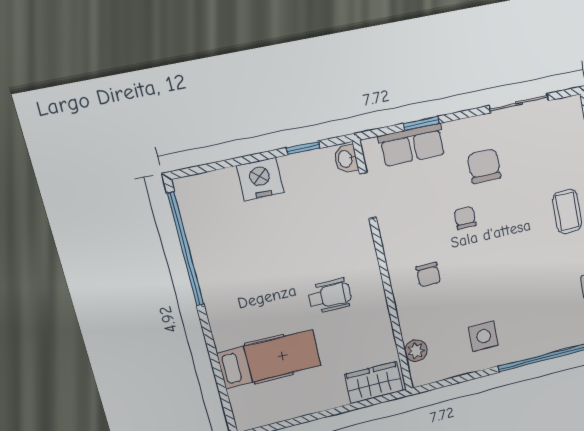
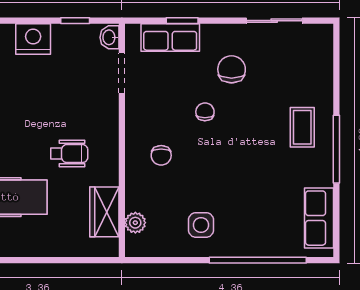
wardrobe: (374, 383) -> (104, 212), moved, turned -90

